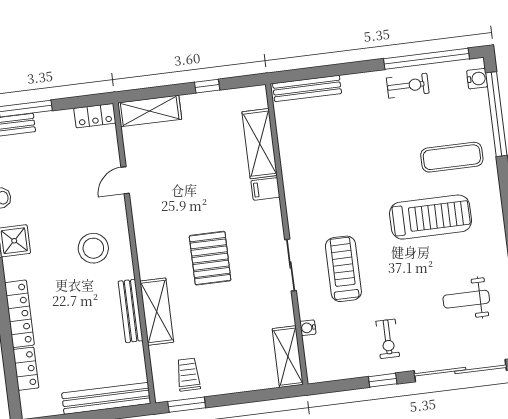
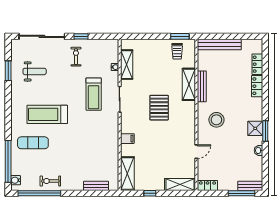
bench: (307, 88) -> (96, 186), width x0.73
shelving: (260, 144) -> (127, 174), moved
locker: (20, 314) -> (257, 86), width x0.66
shelving: (288, 357) -> (127, 65), moved

